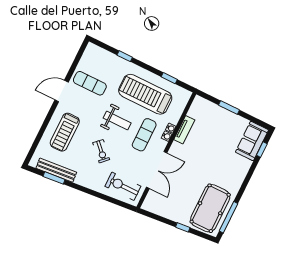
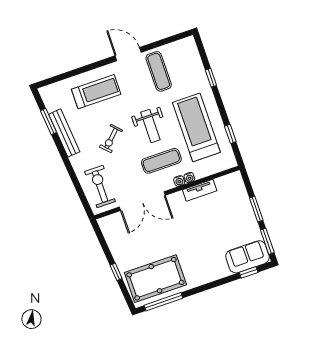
window: (255, 120) -> (267, 241), added
treadmill: (65, 132) -> (96, 92), turned 180
bench: (56, 170) -> (64, 133), moved

